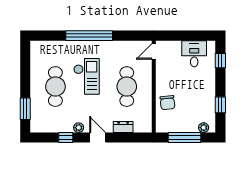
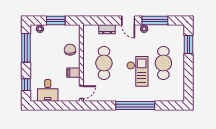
filing cabinet: (163, 75) -> (73, 73), added
checkout: (87, 76) -> (137, 71), turned 180
window: (220, 105) -> (26, 48), width x2.17
window: (66, 137) -> (155, 21), width x2.17
window: (185, 137) -> (56, 21), width x0.69

